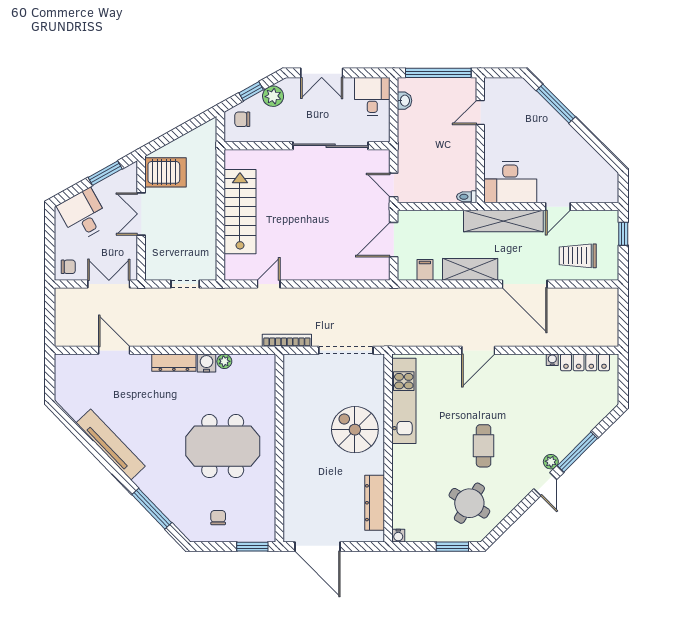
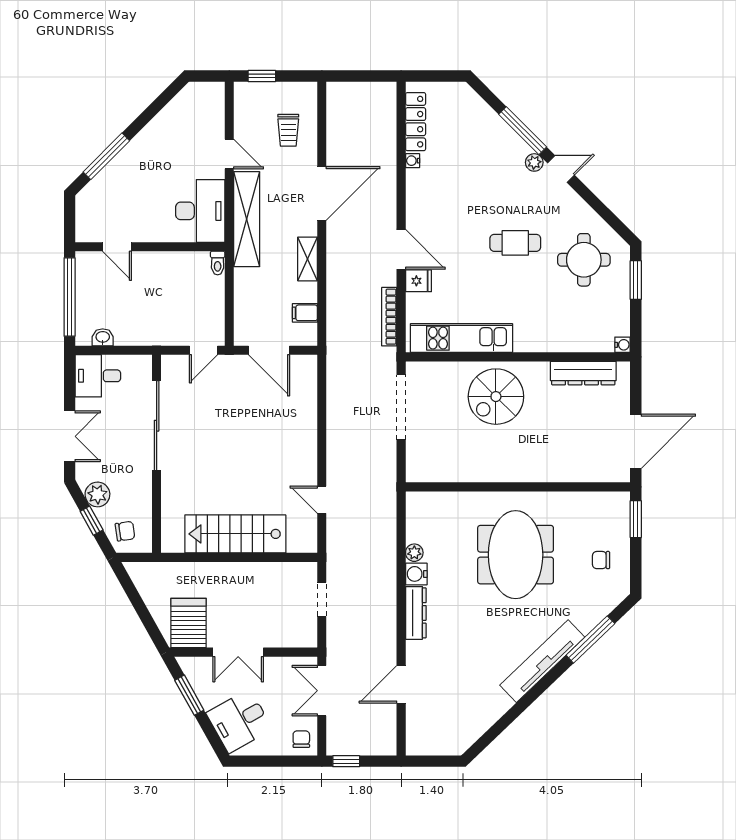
chair: (242, 119) -> (125, 531), turned -98
trolley: (578, 256) -> (288, 130), width x0.73, depth x0.72
shelving: (470, 269) -> (308, 259), width x0.67, depth x0.75
window: (50, 304) -> (346, 761), added
bookcase: (287, 340) -> (389, 317), moved
fridge: (452, 365) -> (418, 281), added
tv unit: (111, 445) -> (542, 661), moved
round table: (469, 503) -> (584, 260), turned -32

